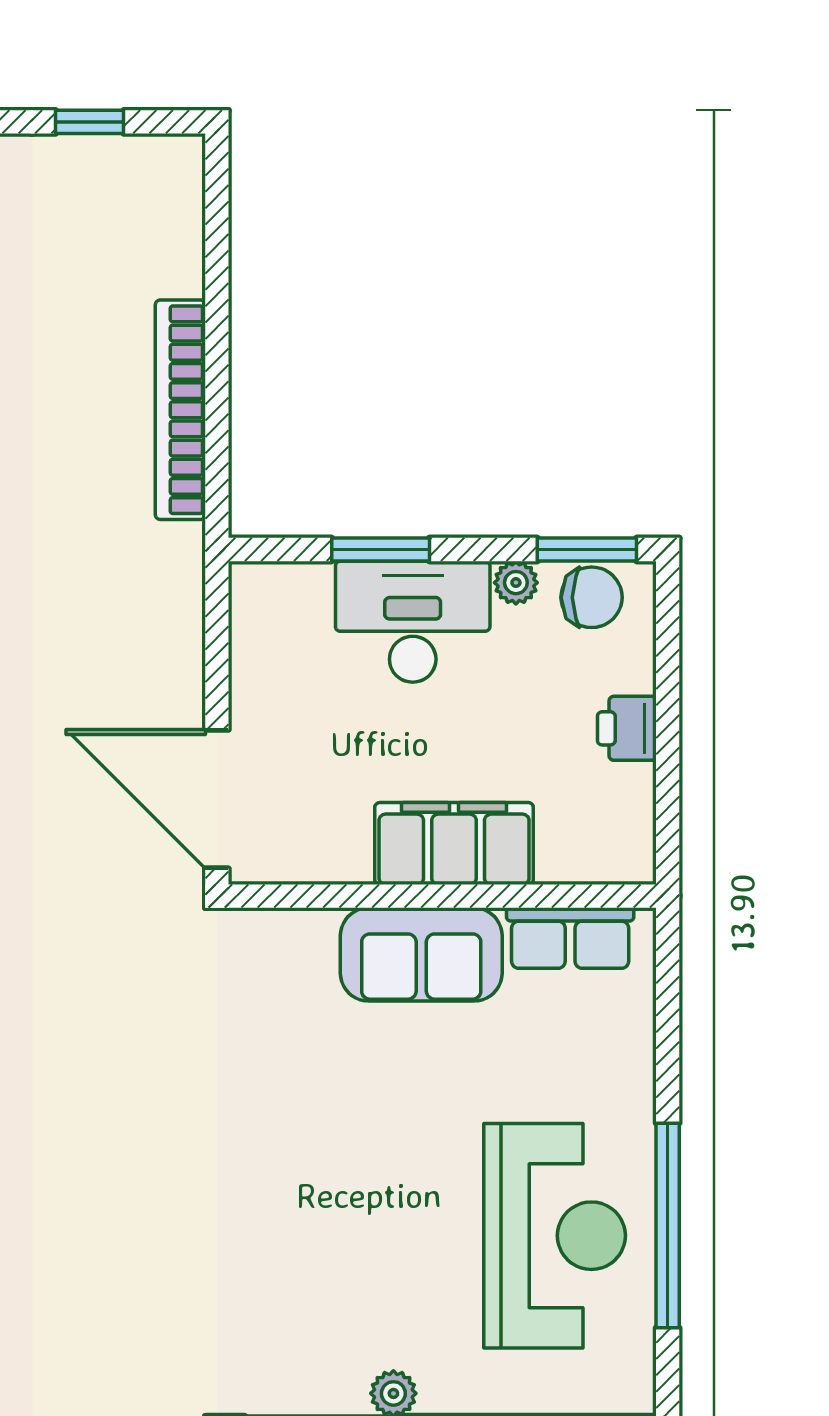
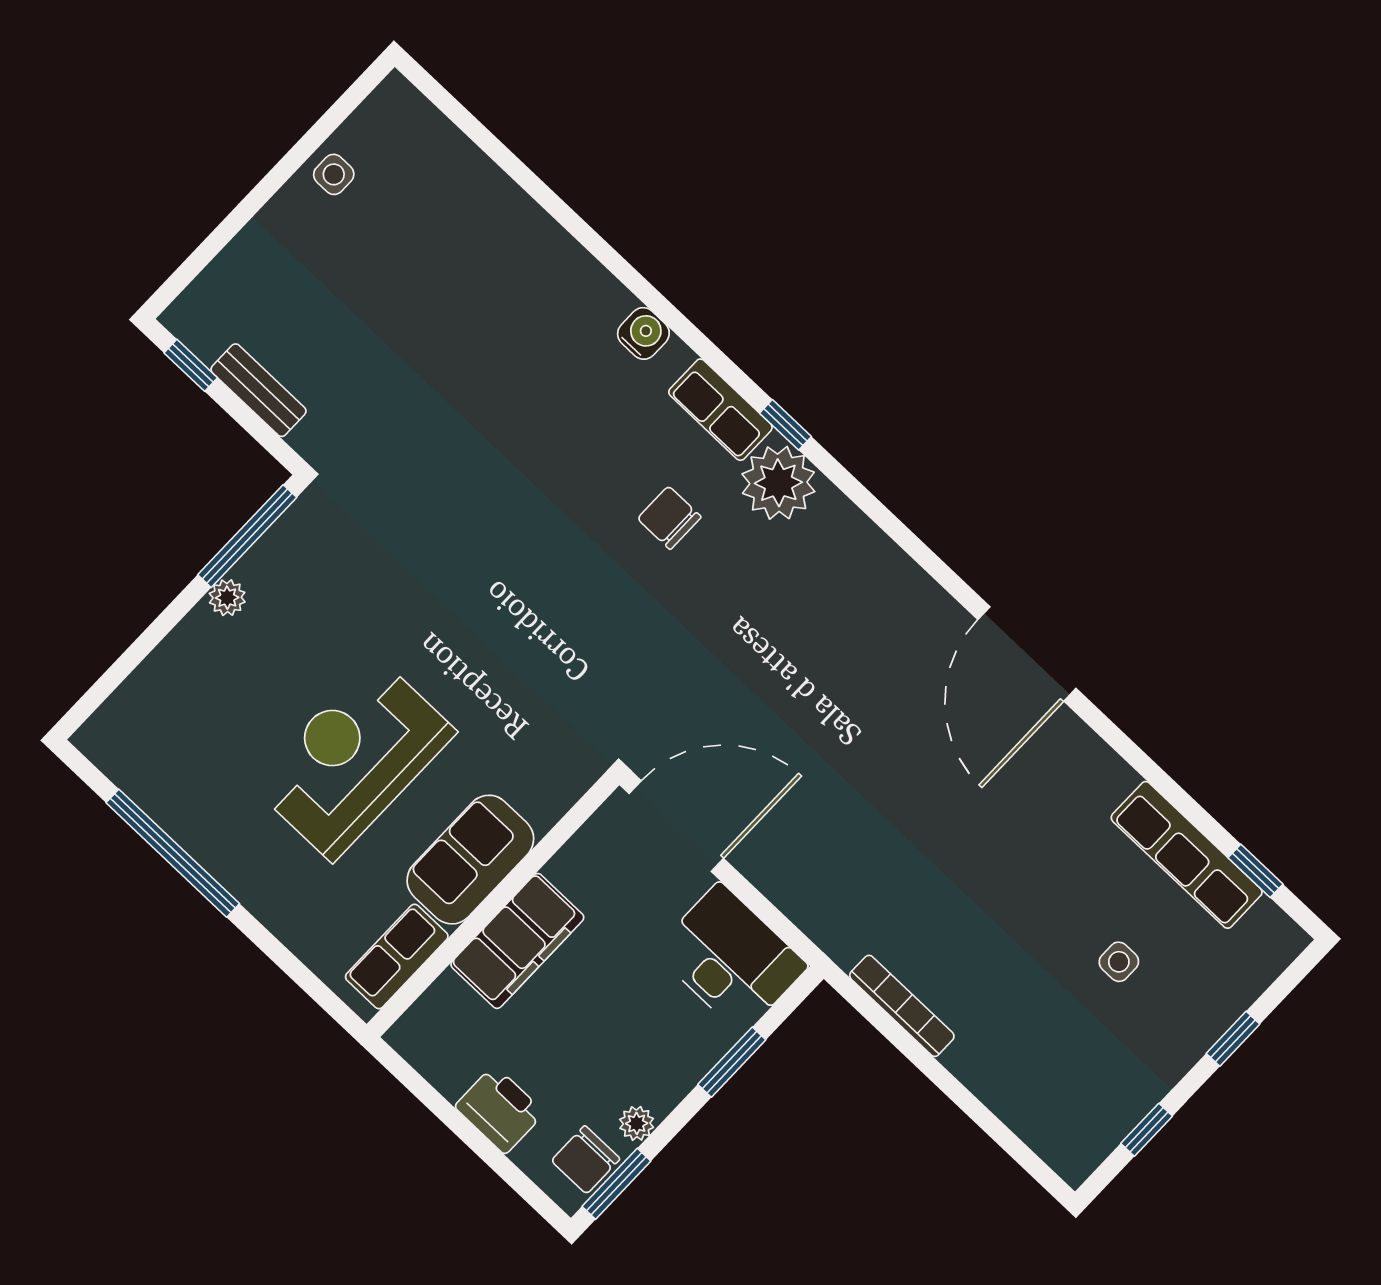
bookcase: (180, 410) -> (902, 1006), width x0.68, depth x0.76
desk: (413, 622) -> (731, 959), moved, turned -90
printer: (627, 728) -> (500, 1110), width x1.36, depth x1.24
reception desk: (555, 1236) -> (354, 759), moved, turned 90

